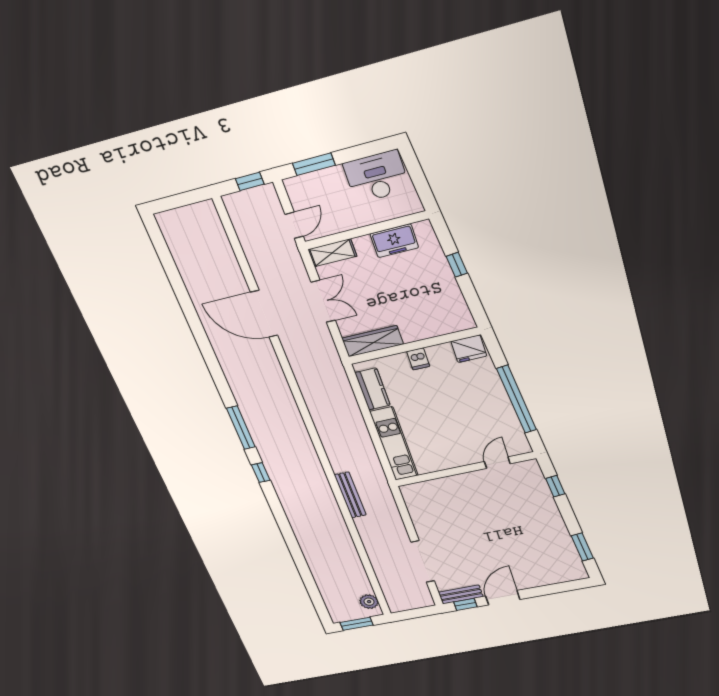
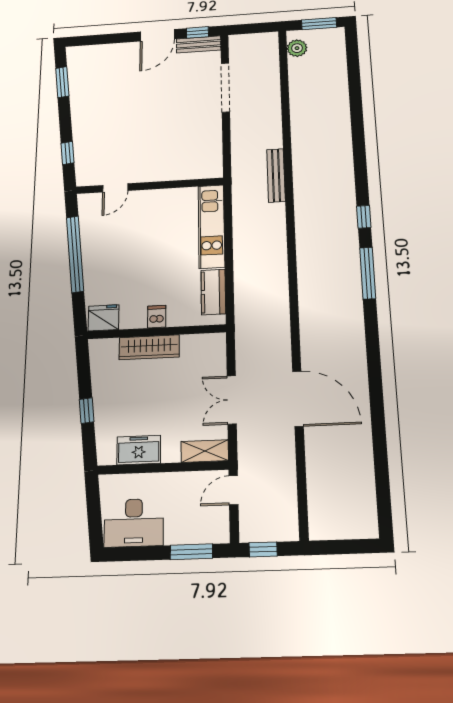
wardrobe: (373, 341) -> (149, 347), moved

